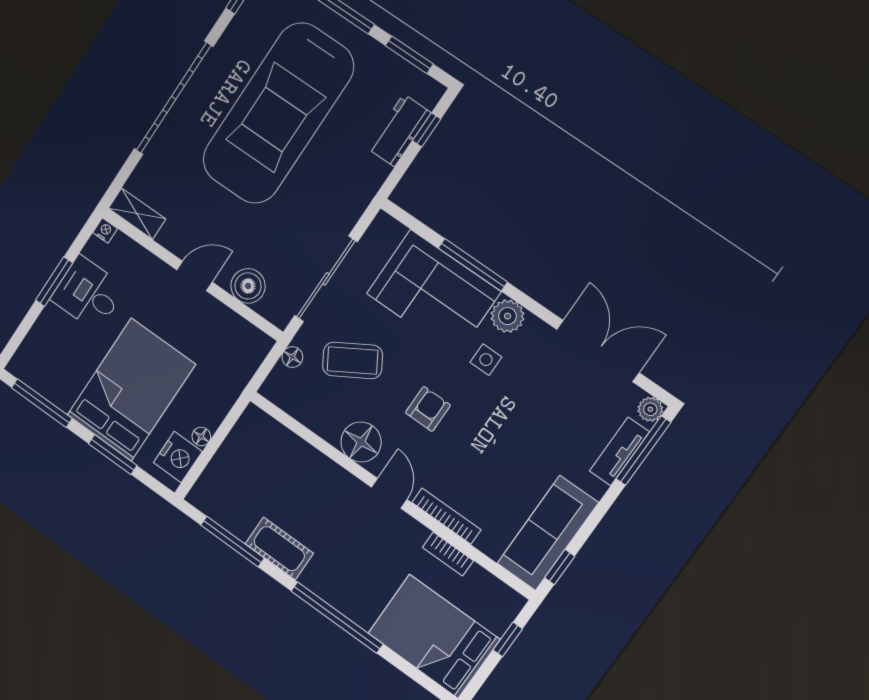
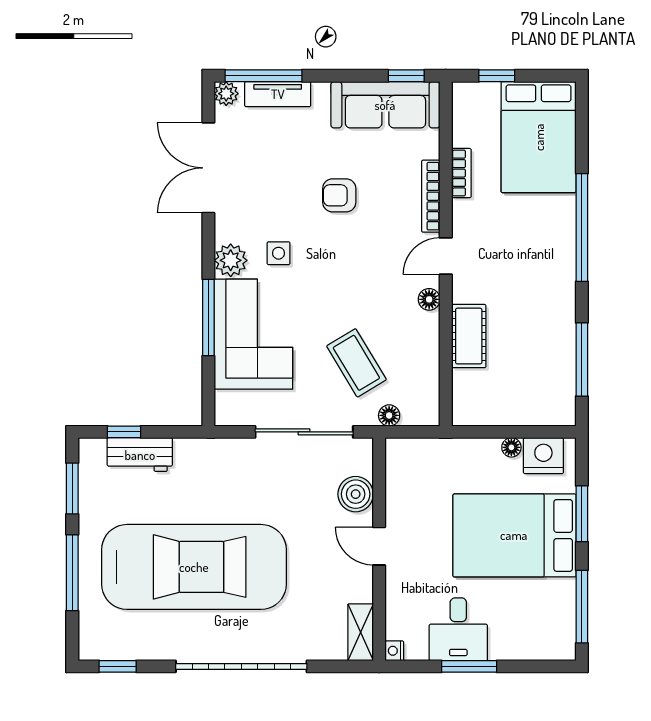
armchair: (428, 409) -> (339, 195), moved
floor lamp: (361, 442) -> (429, 299), width x0.53, depth x0.53
cot: (279, 549) -> (469, 336), moved

